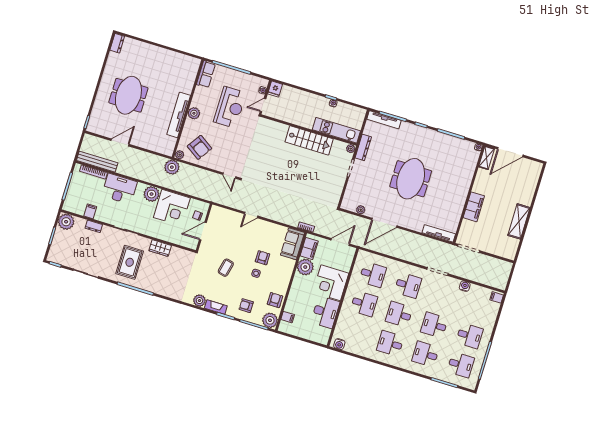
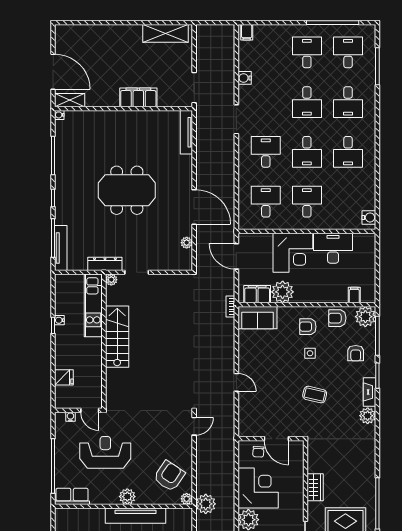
fridge: (275, 89) -> (64, 377), moved
shelving: (519, 221) -> (165, 33), moved
armchair: (262, 258) -> (308, 327), moved

